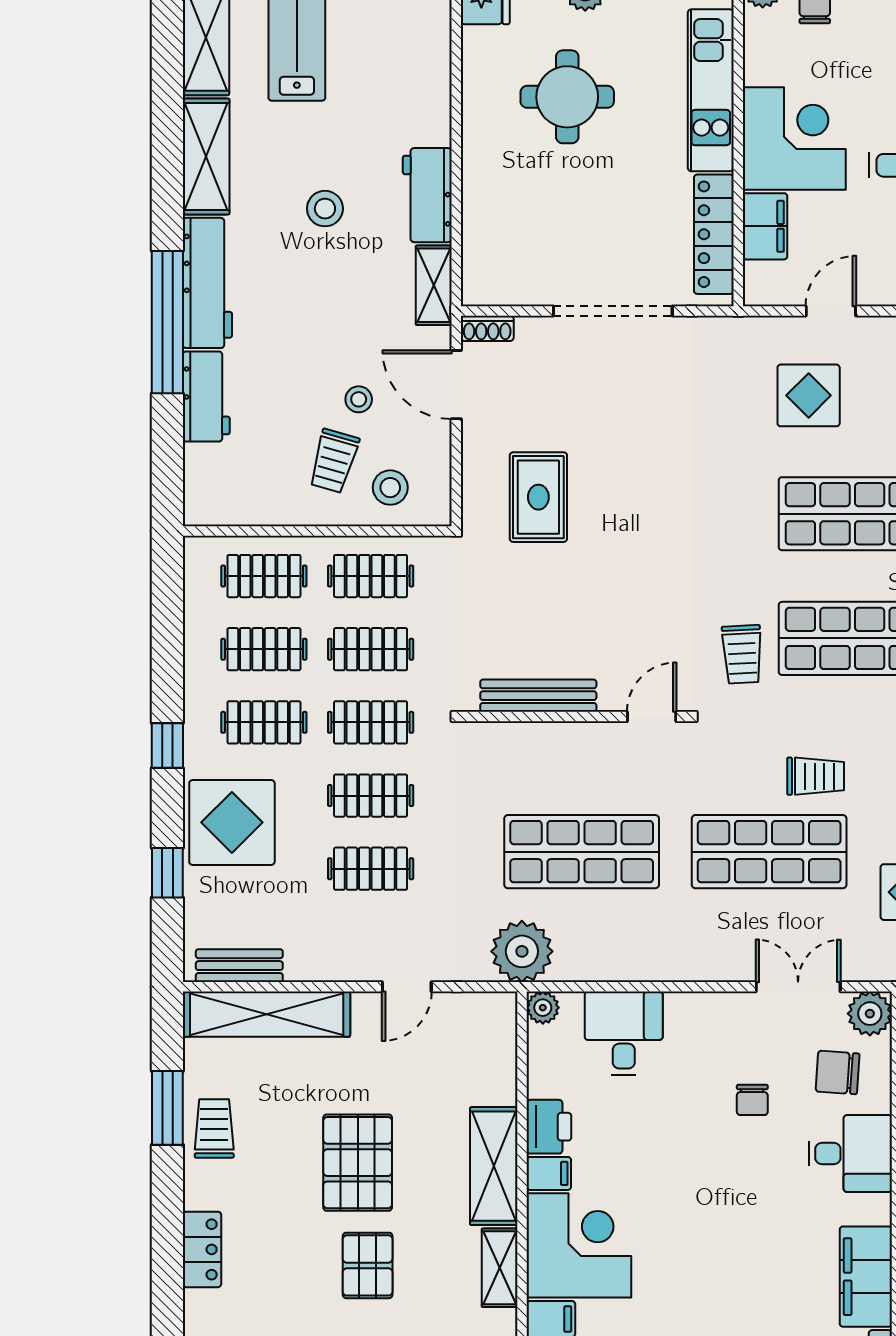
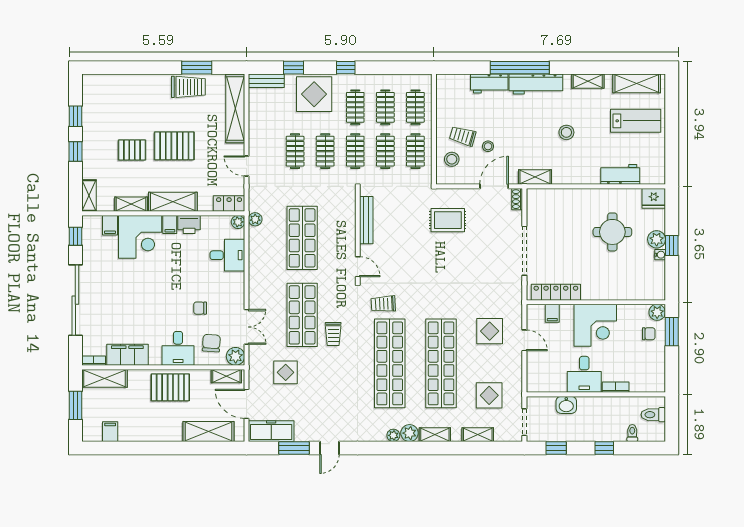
kitchen unit: (711, 90) -> (615, 291), removed
shelving: (206, 157) -> (588, 81), width x0.67, depth x0.75
workbench: (427, 195) -> (620, 174), moved
filing cabinet: (765, 226) -> (552, 313), width x0.50
plant: (522, 951) -> (255, 219), width x0.53, depth x0.53
bench: (239, 966) -> (266, 81), moved, turned 90
trolley: (214, 1128) -> (188, 87), width x1.36, depth x1.39
locker: (202, 1249) -> (229, 204), moved, turned 180

